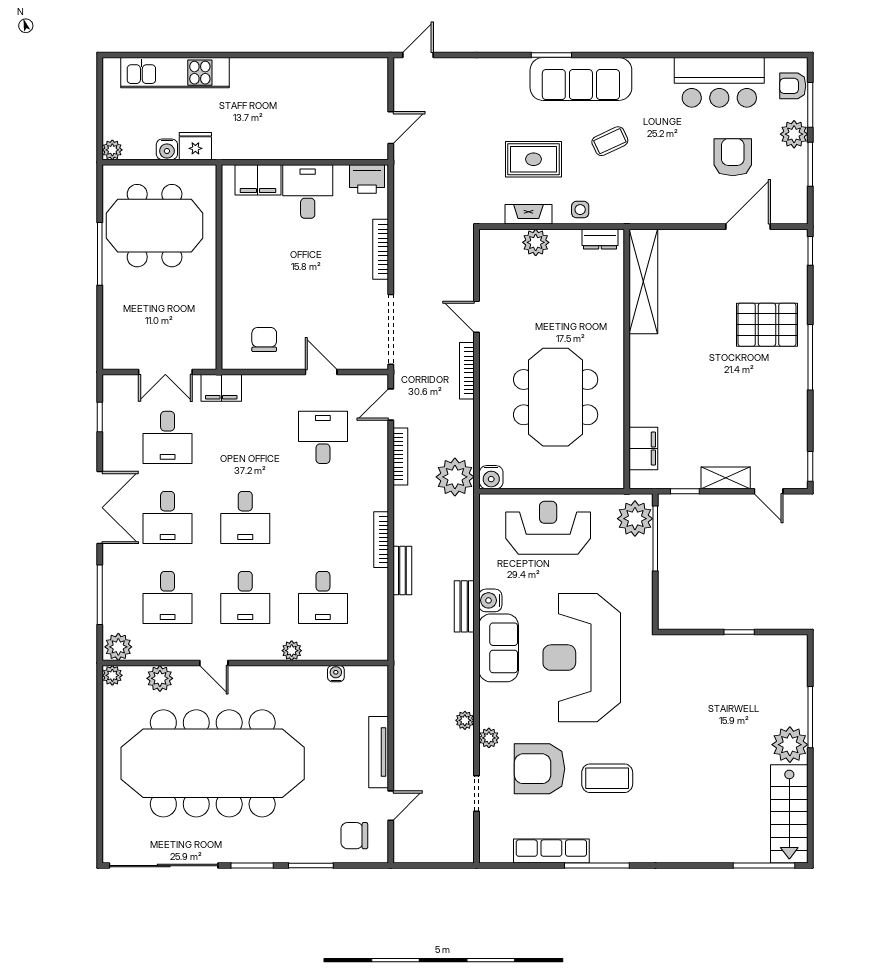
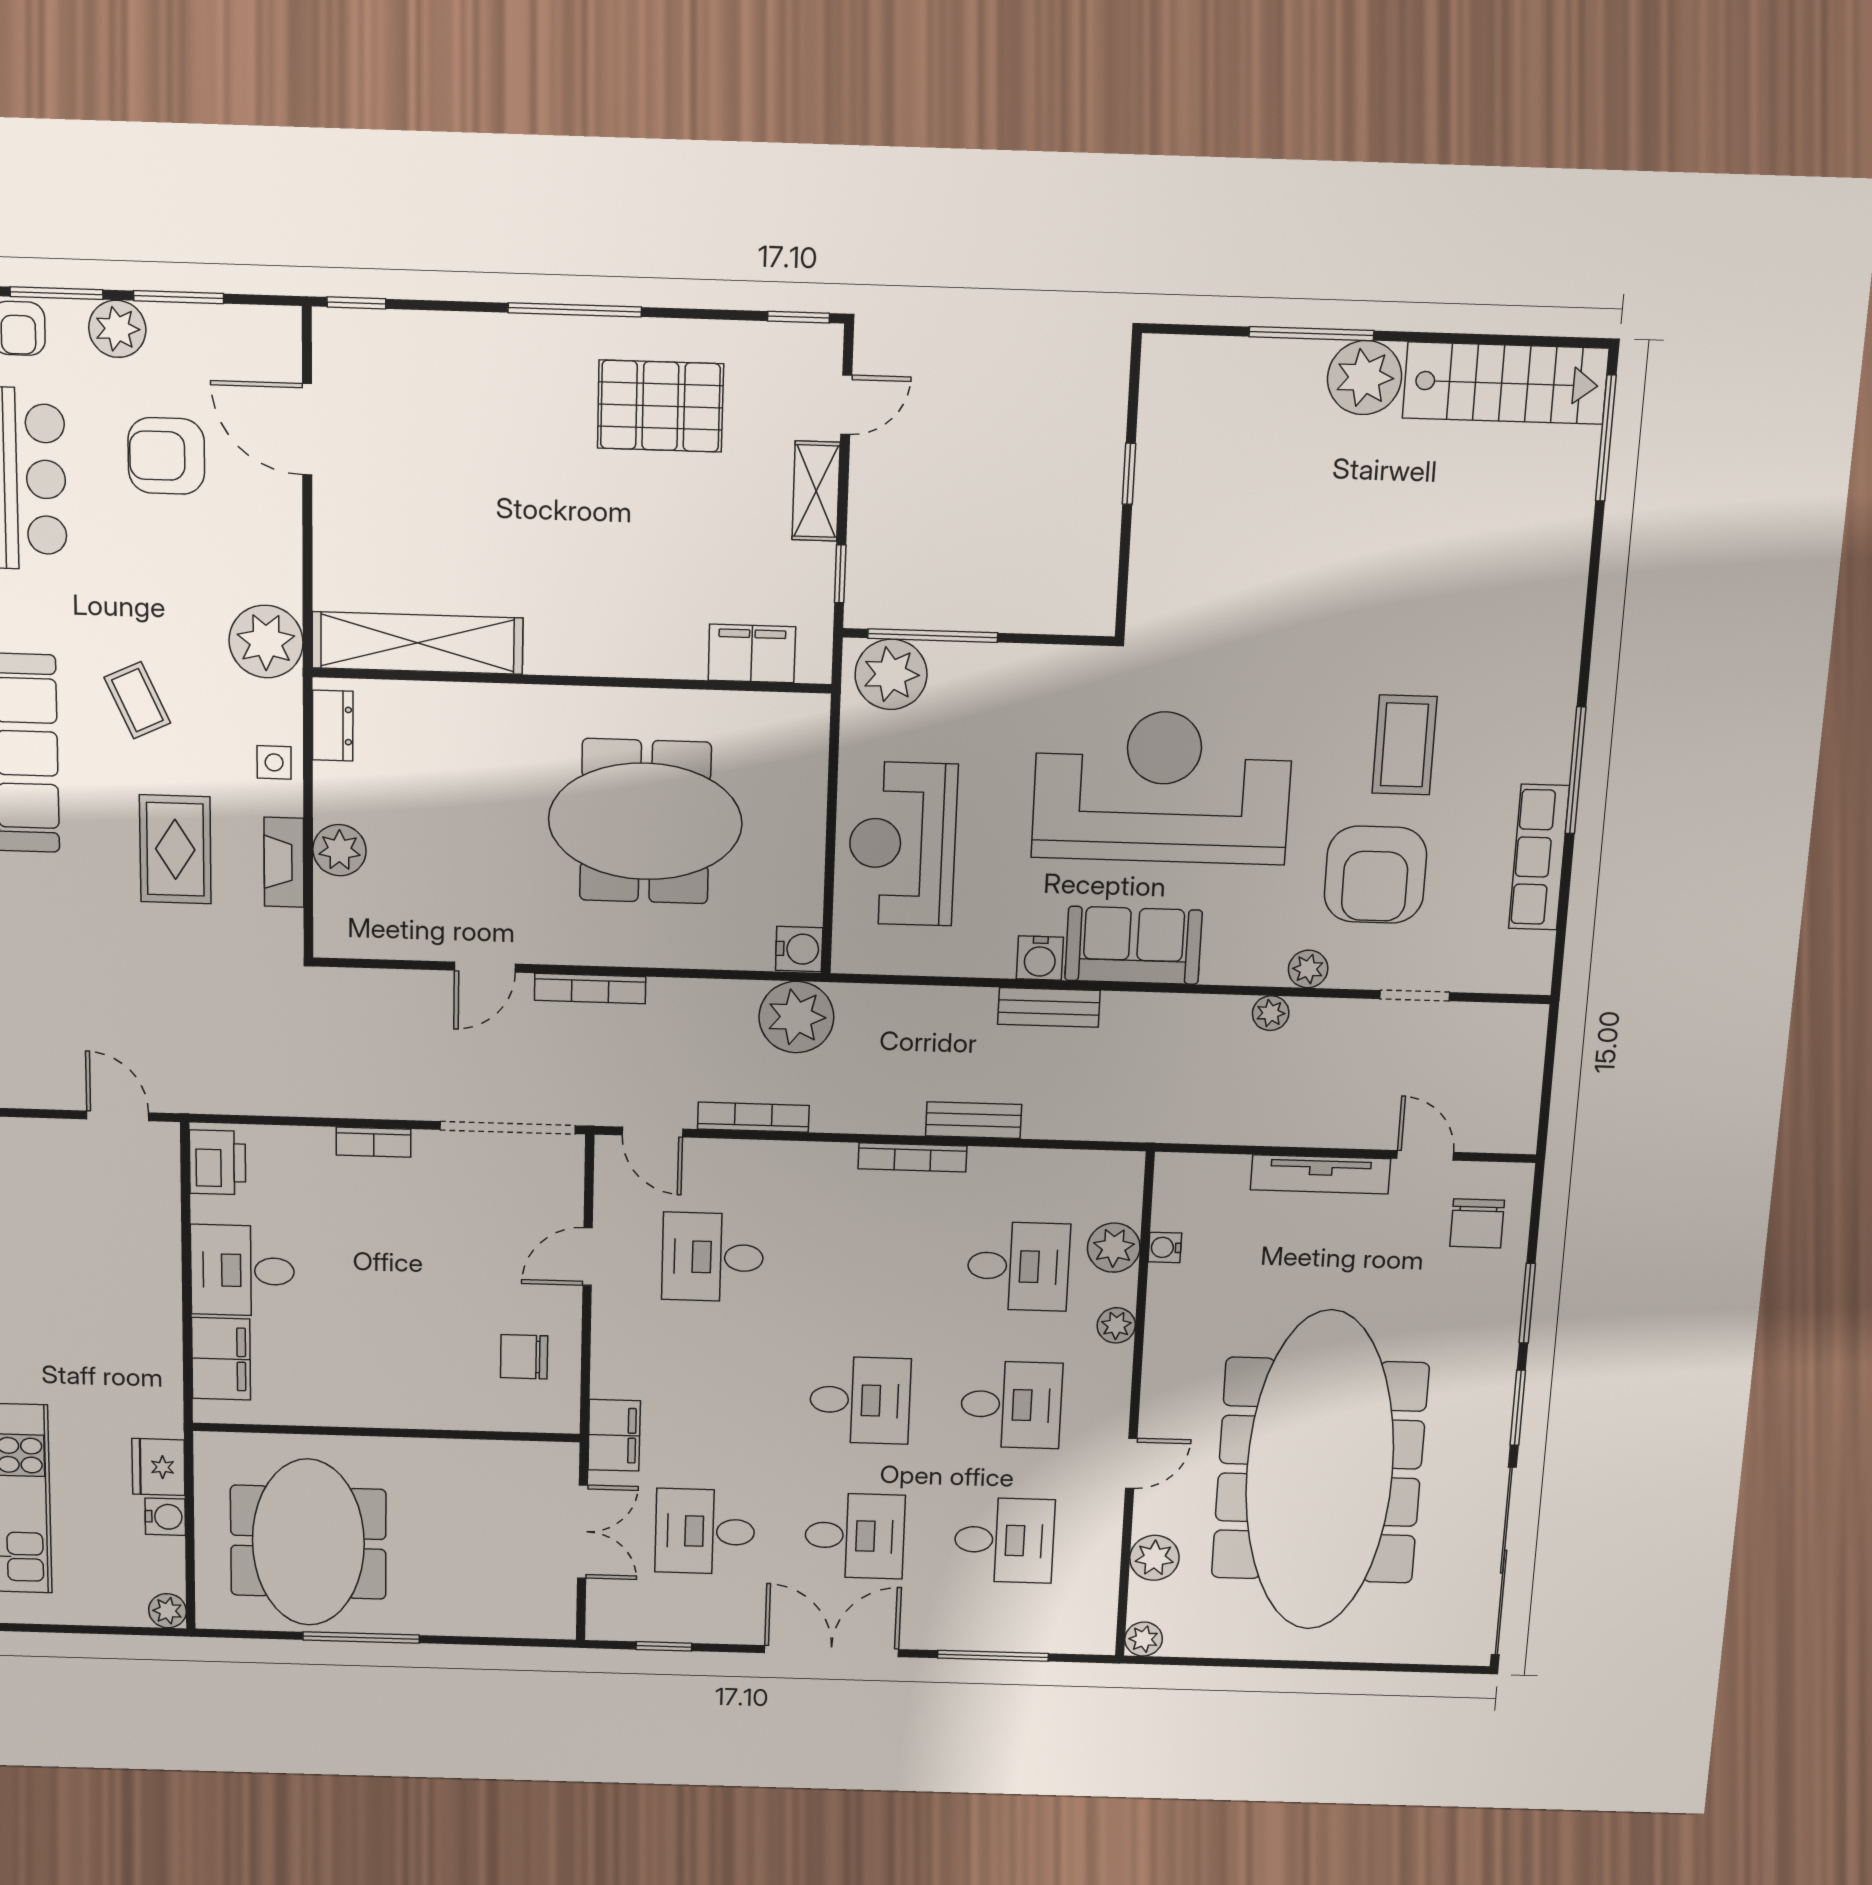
plant: (642, 206) -> (266, 642), added
bookcase: (381, 249) -> (374, 1142), width x0.64
pallet: (767, 325) -> (660, 406), moved, turned 90
desk: (168, 437) -> (705, 1531), turned 180
plant: (118, 647) -> (1114, 1248), moved
reception desk: (582, 658) -> (1162, 787), turned 180

